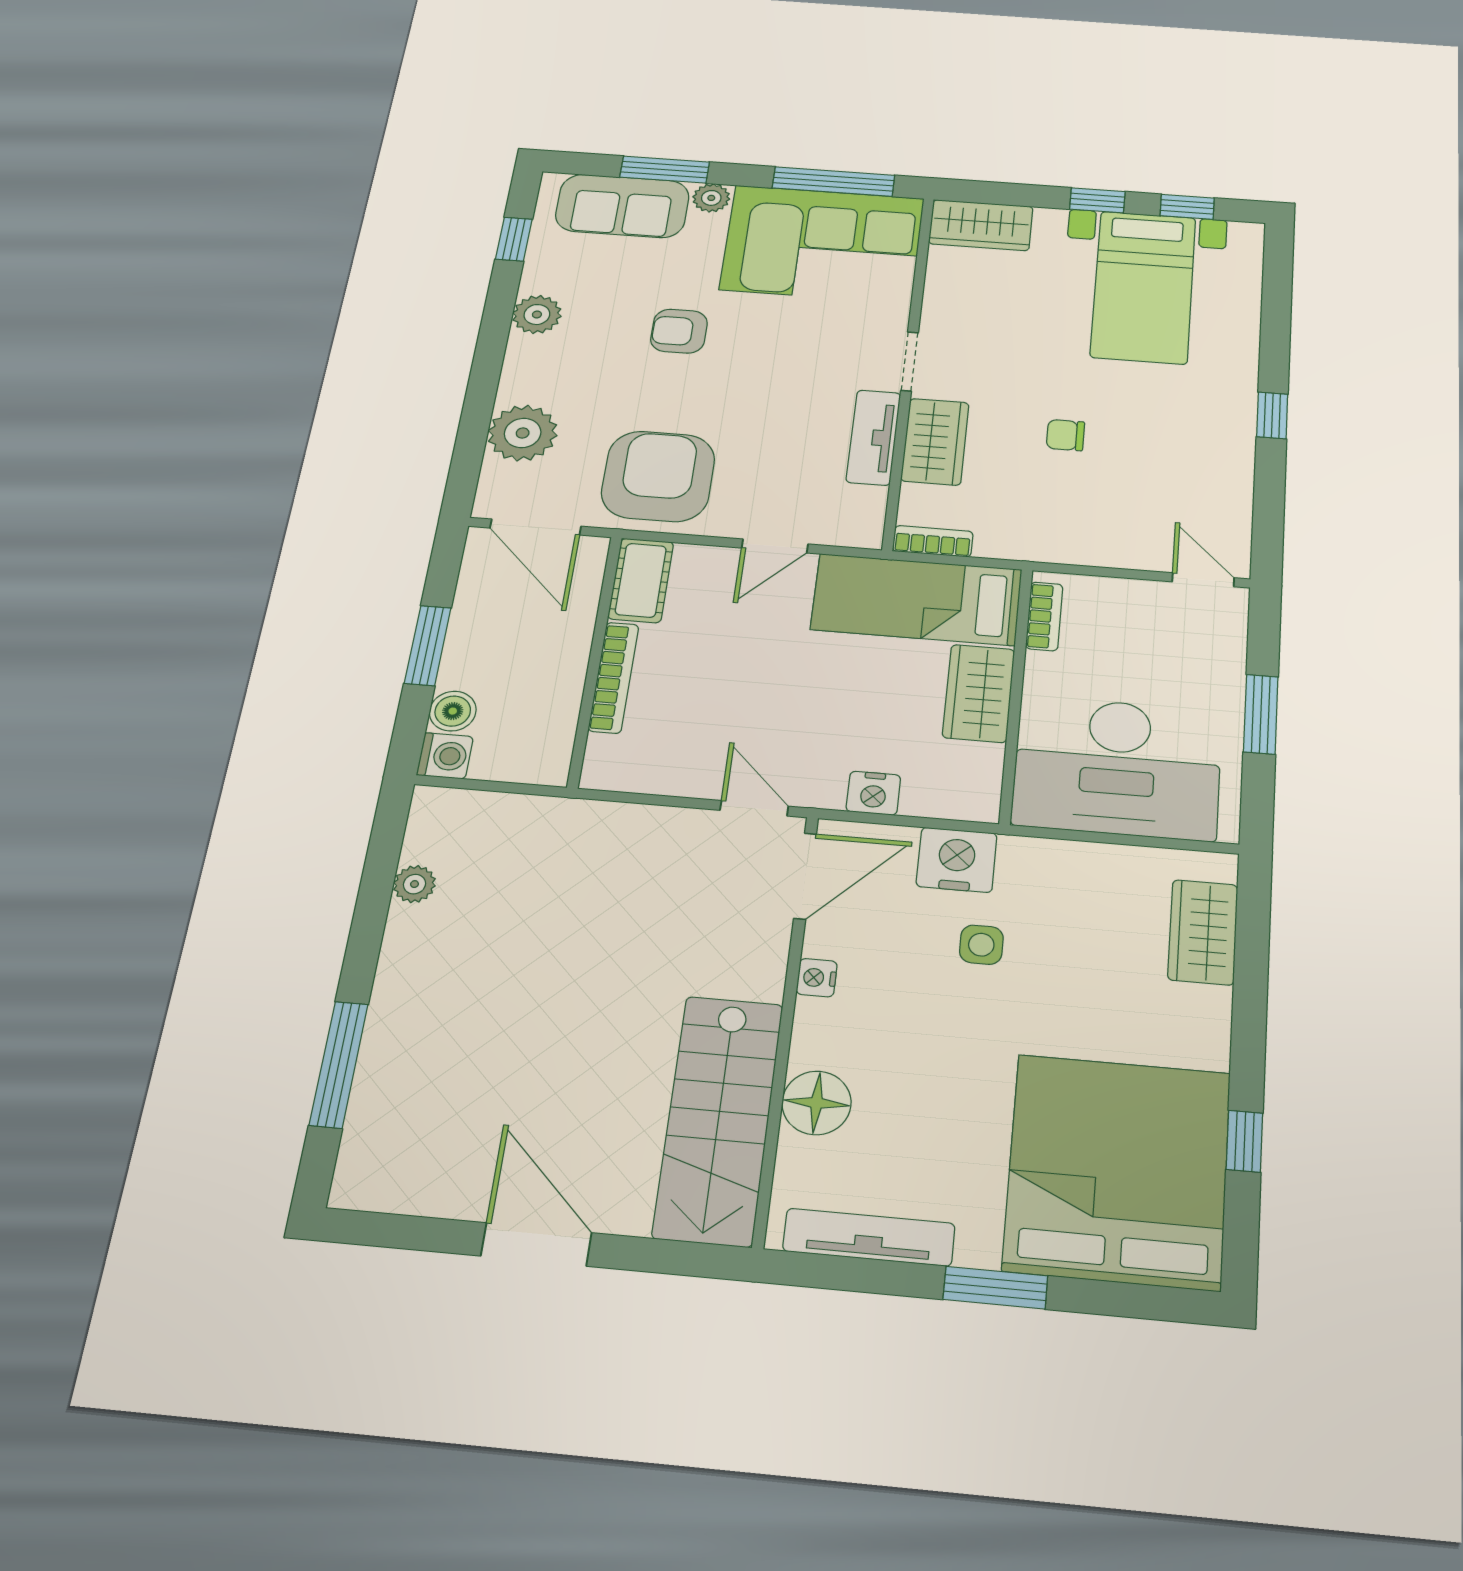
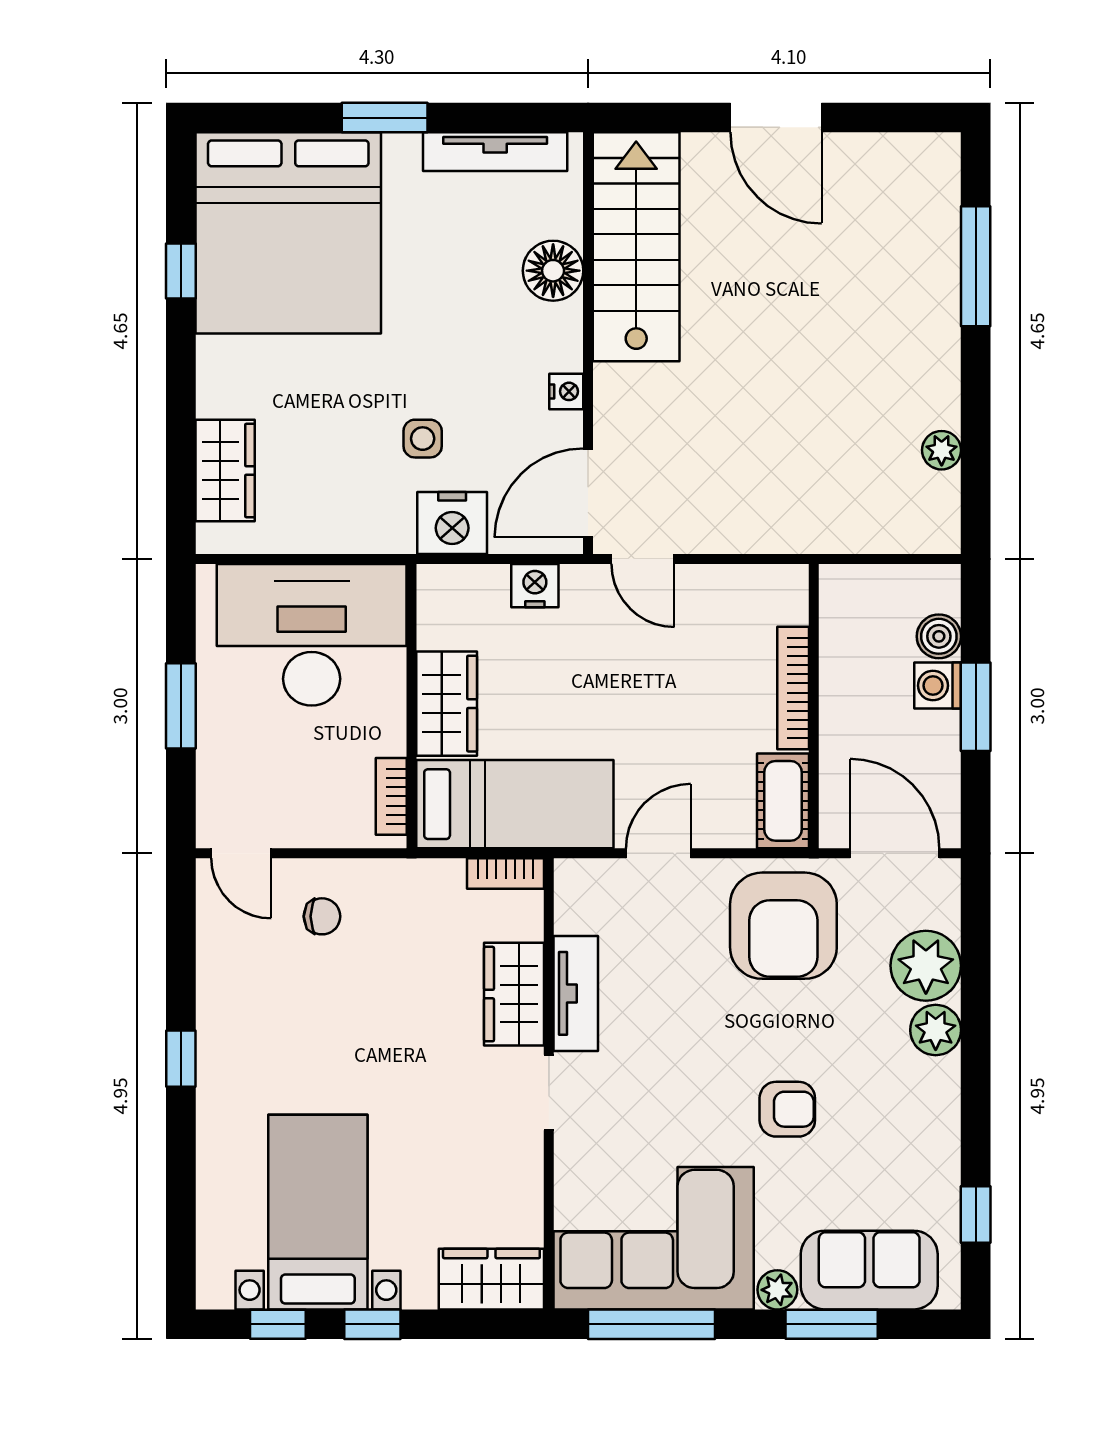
plant: (537, 314) -> (936, 1030), moved
chair: (1065, 435) -> (322, 916), moved
washing machine: (445, 756) -> (938, 686), moved

